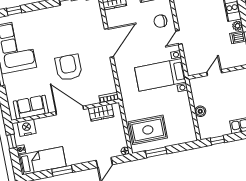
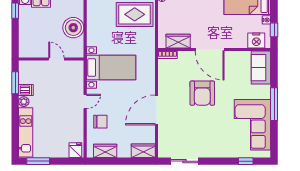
door: (214, 73) -> (56, 59), swing flipped
sofa: (31, 107) -> (261, 68), moved, turned 90
boiler: (200, 111) -> (73, 28), width x1.86, depth x1.86

